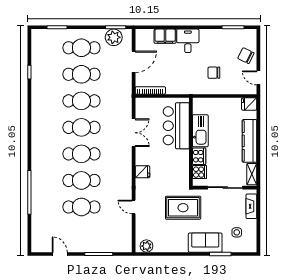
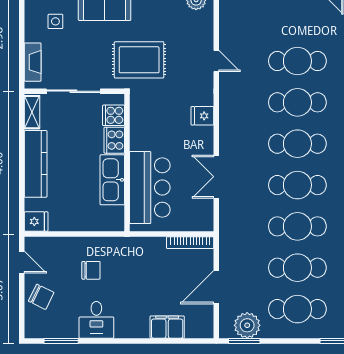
desk: (188, 41) -> (96, 320), moved

